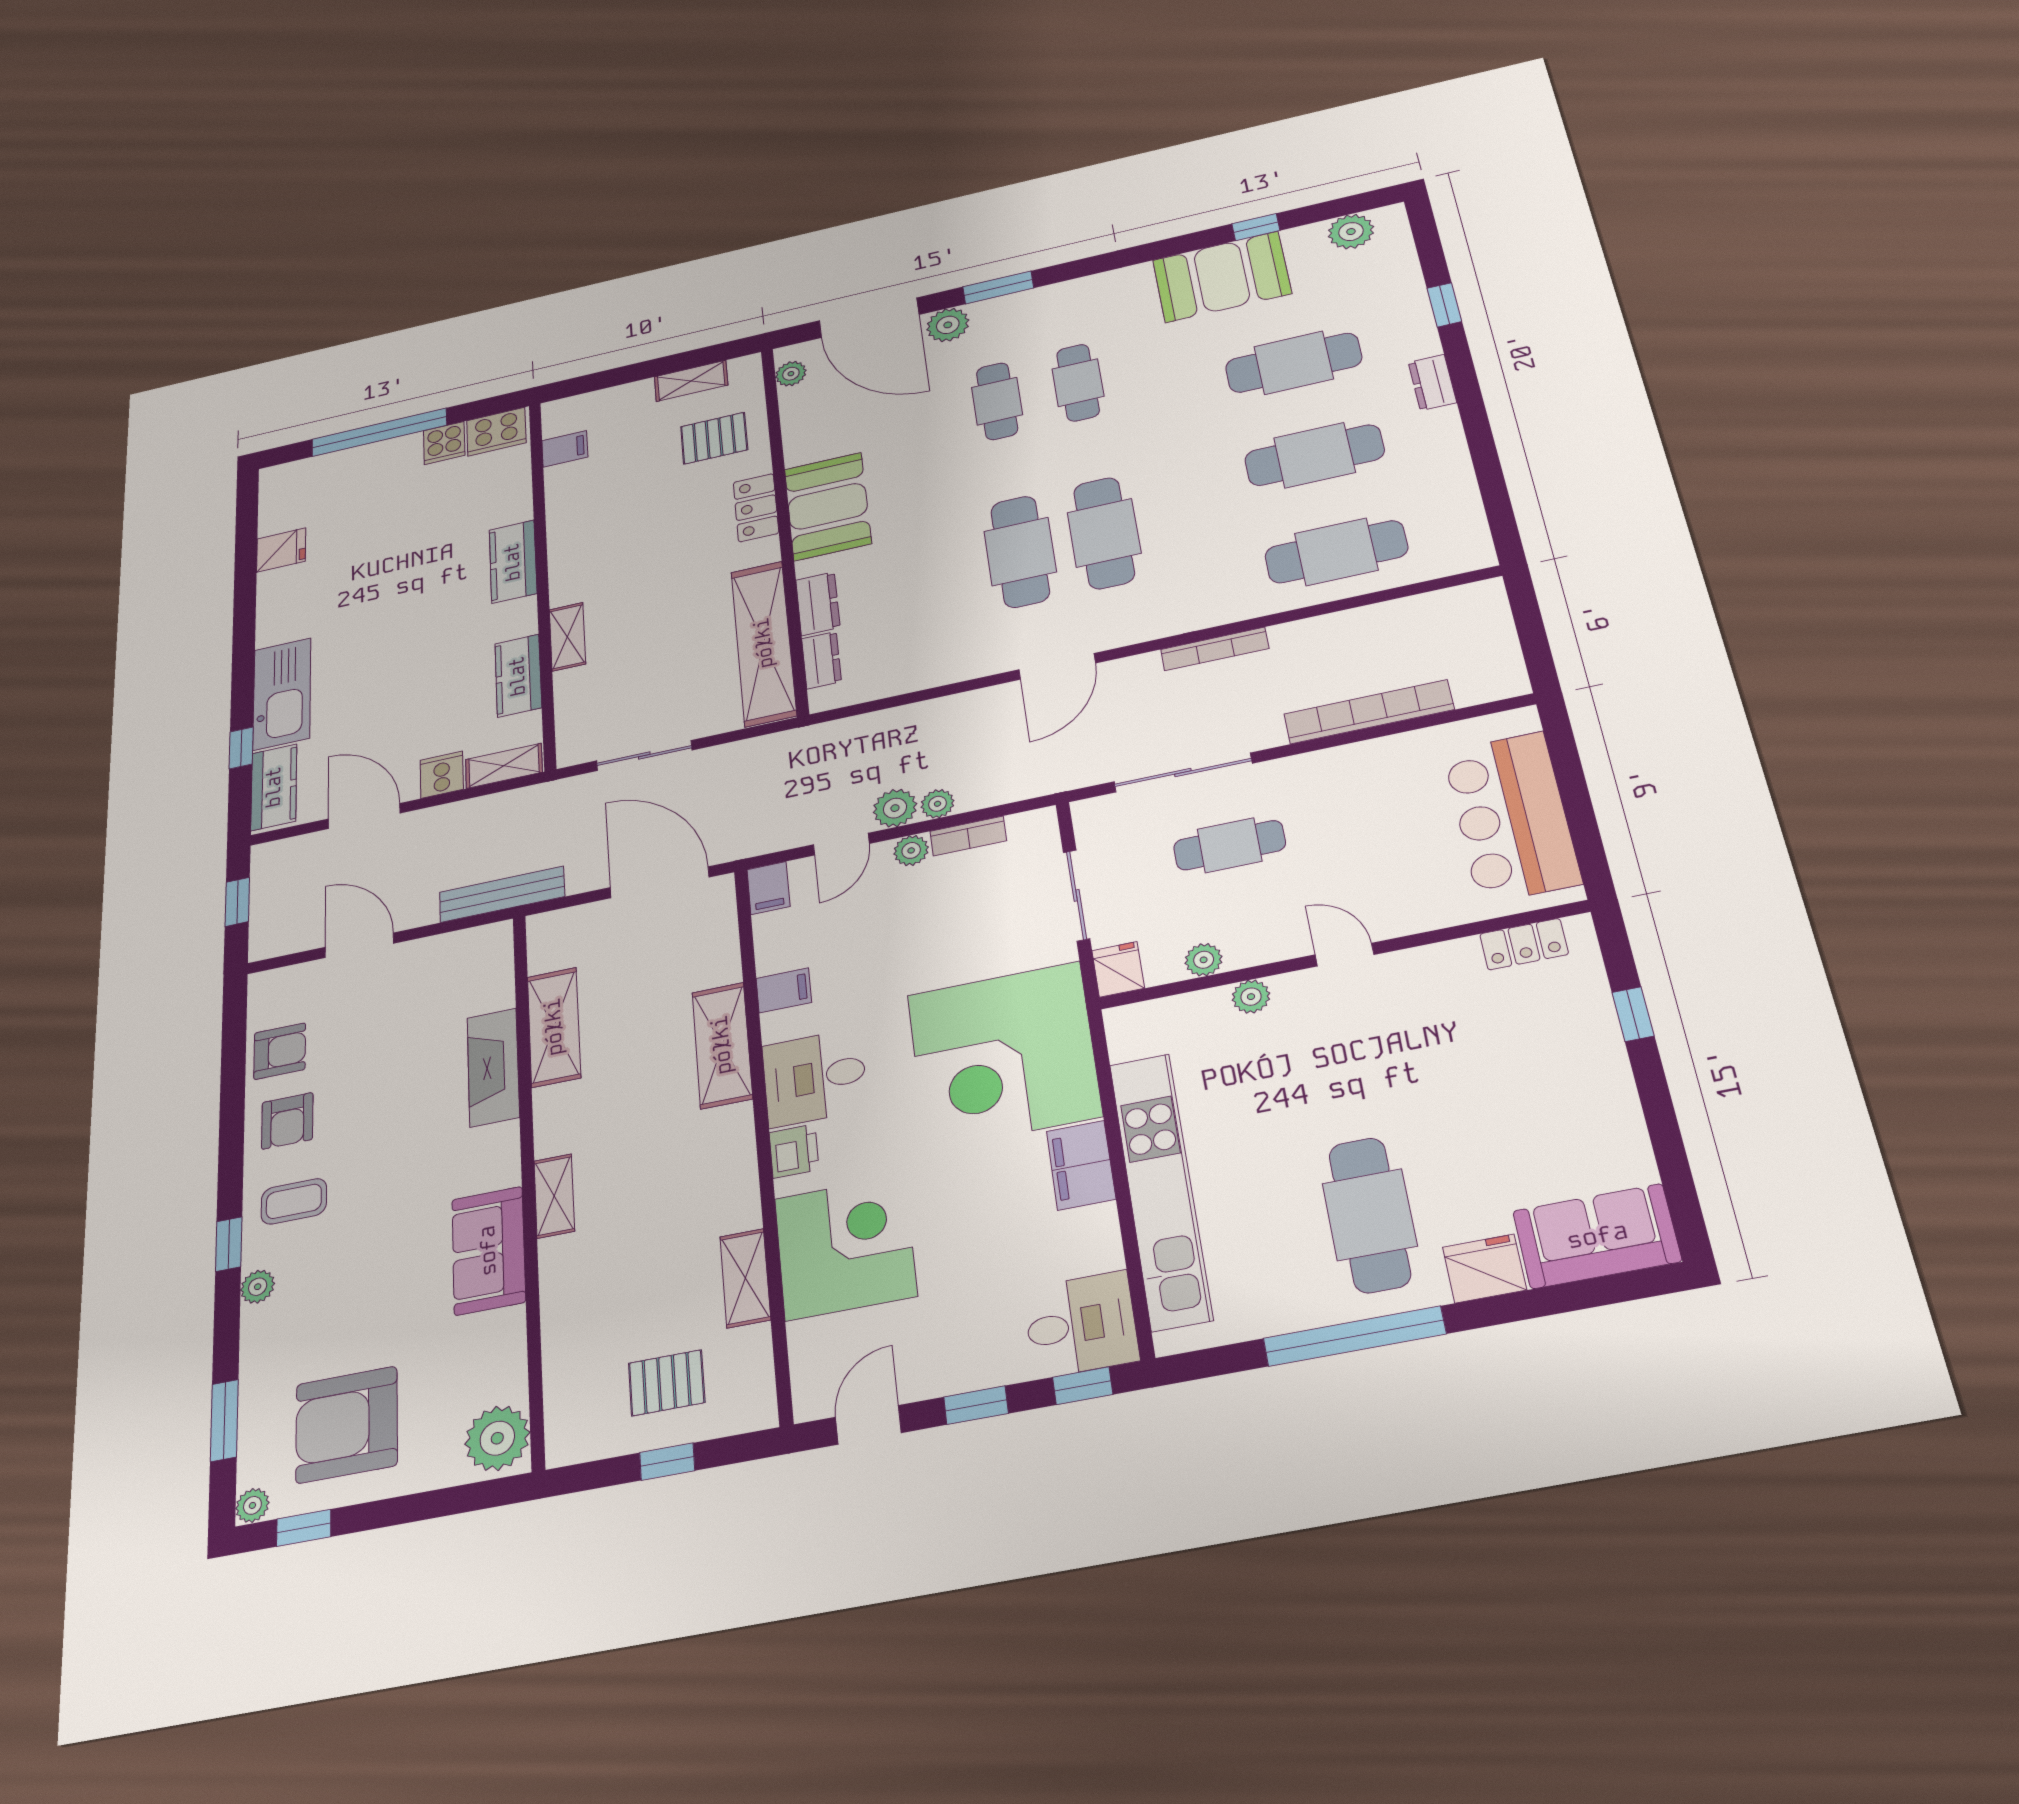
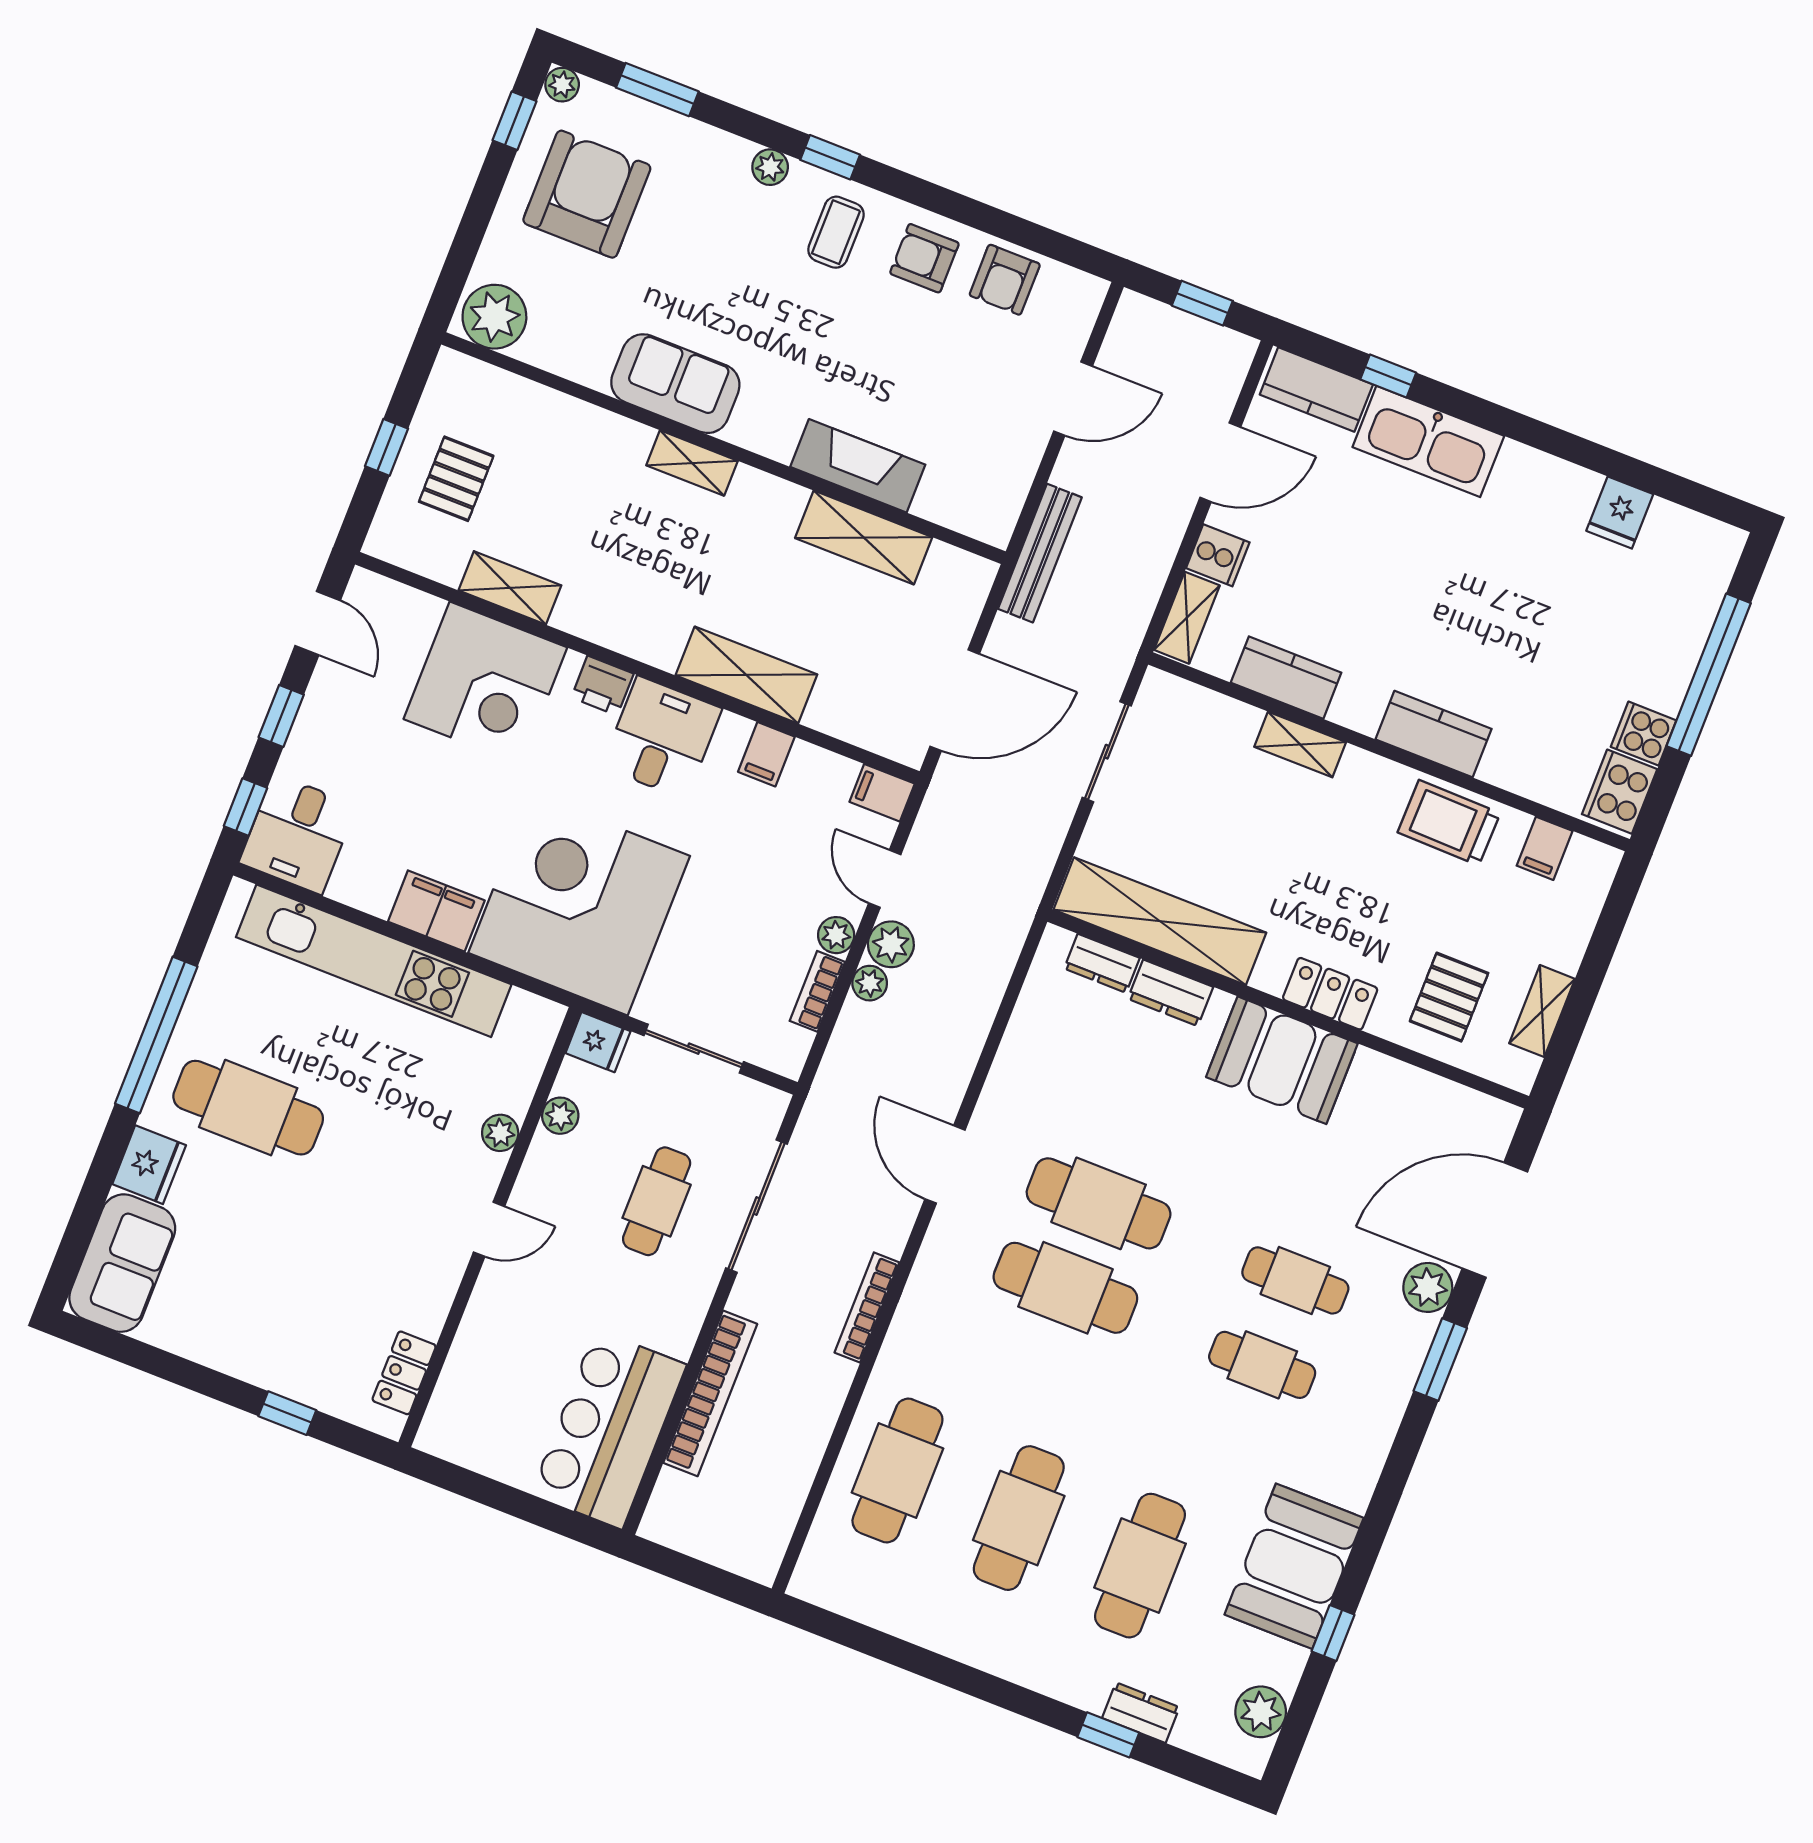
plant: (791, 374) -> (1478, 1110), removed
dresser: (1432, 382) -> (1141, 1713), moved
trolley: (578, 514) -> (1449, 823), added
bar counter: (1512, 817) -> (609, 1429), moved, turned -90

